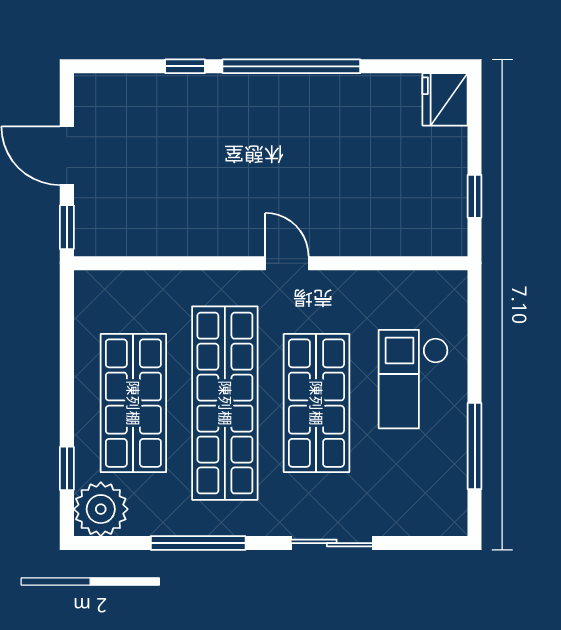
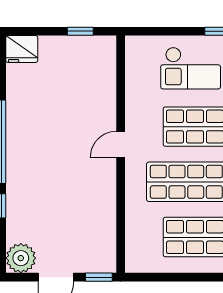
plant: (98, 98) -> (21, 258), added

